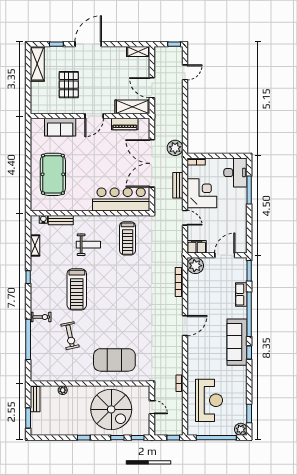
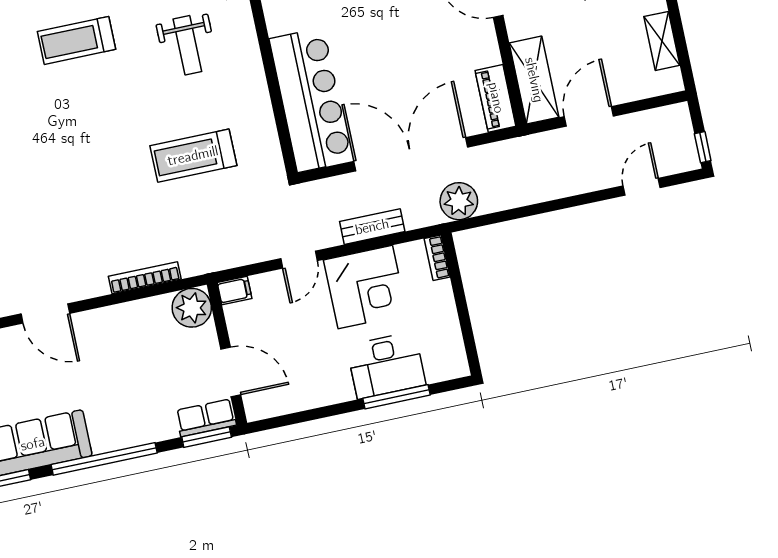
shelving: (138, 52) -> (662, 41), moved
door: (185, 72) -> (642, 187), swing flipped
piano: (125, 124) -> (496, 98), moved
desk: (235, 173) -> (386, 365), moved
treadmill: (128, 238) -> (193, 156), moved
filing cabinet: (197, 247) -> (235, 290), width x0.50
treadmill: (77, 289) -> (76, 40), width x0.73, depth x0.73
row of seats: (241, 294) -> (206, 418), moved

